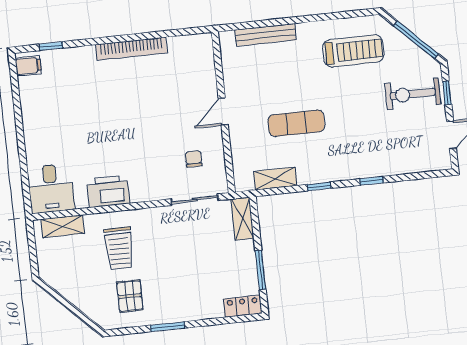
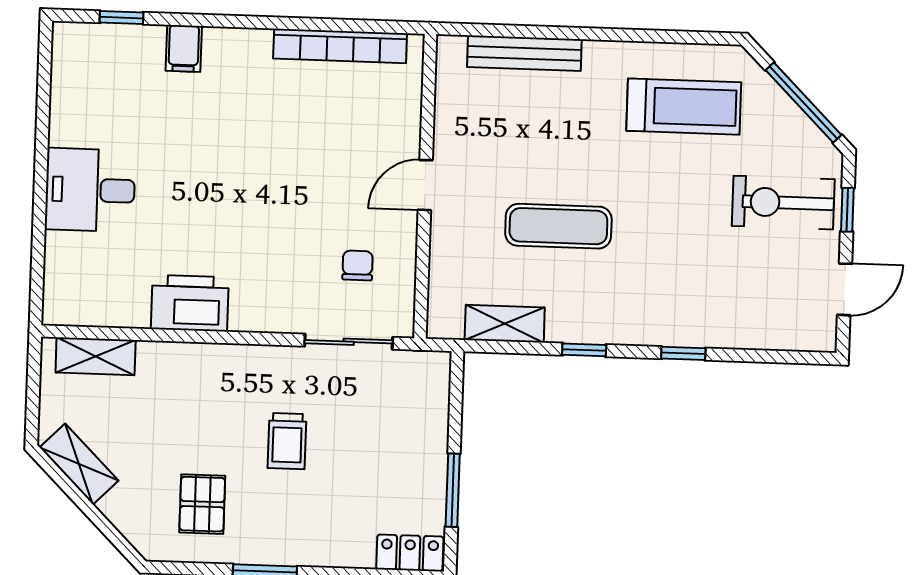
bookcase: (131, 49) -> (340, 46), moved
filing cabinet: (28, 66) -> (184, 48), moved, turned 90
desk: (51, 188) -> (90, 190), moved, turned 90
shelving: (242, 219) -> (79, 464), moved, turned -45
trolley: (119, 248) -> (287, 441), moved, width x0.73, depth x0.72

